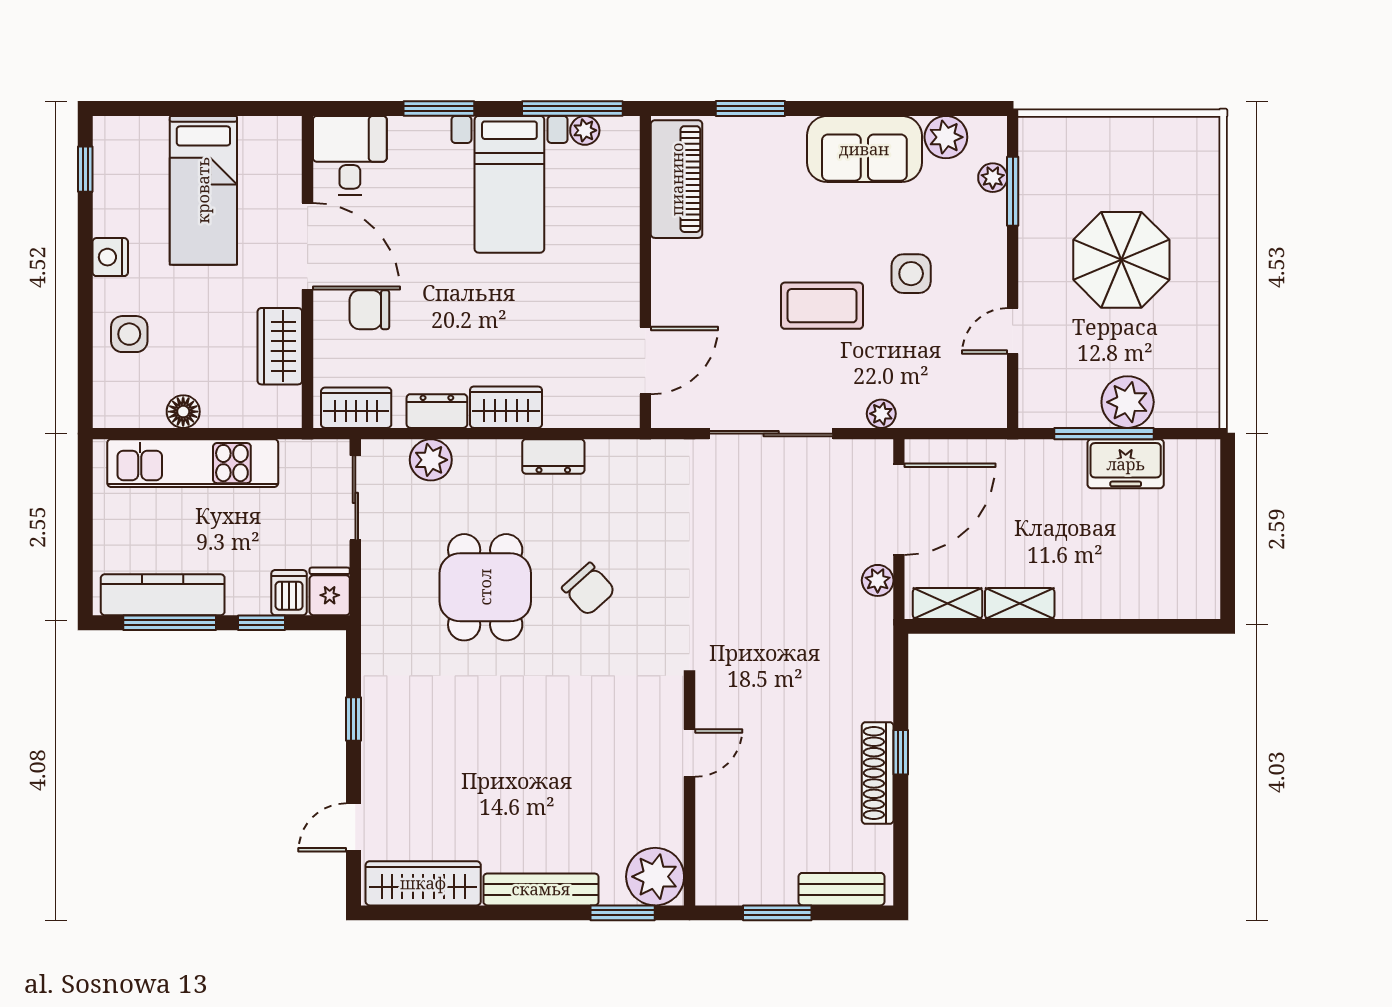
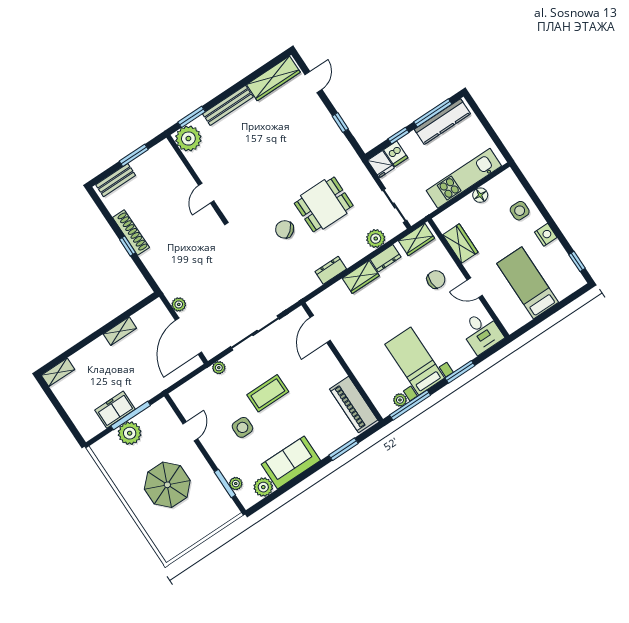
door: (308, 246) -> (475, 288), width x0.53
dining table: (485, 587) -> (324, 204), turned 90
shelving: (948, 603) -> (58, 372), moved

